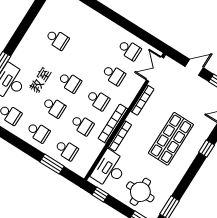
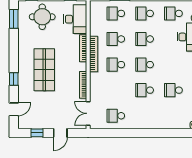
double door: (155, 69) -> (88, 113), swing flipped
school desk: (114, 75) -> (145, 90), moved

